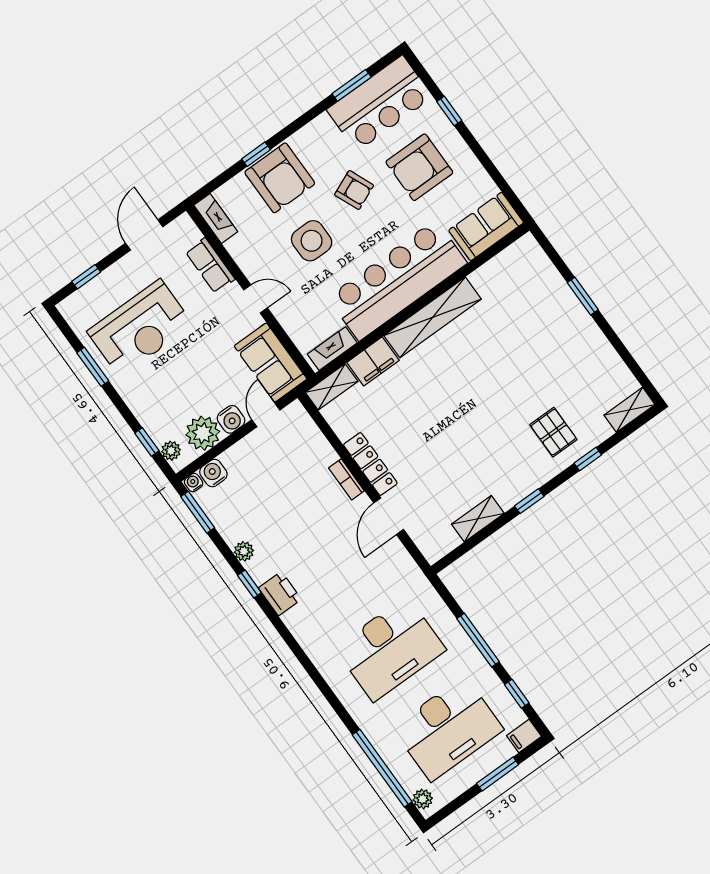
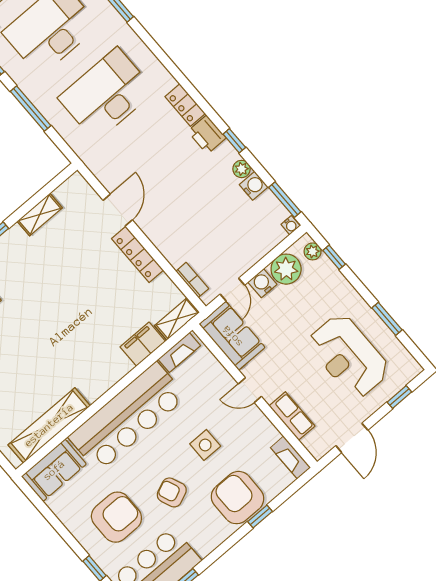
side table: (312, 241) -> (205, 445), width x0.73, depth x0.73
shelving: (433, 317) -> (49, 425), moved
reception desk: (140, 328) -> (349, 356), turned -90
water cooler: (213, 473) -> (254, 186), moved, turned -90
bookcase: (346, 479) -> (192, 280), moved
locker: (302, 629) -> (185, 105), added

